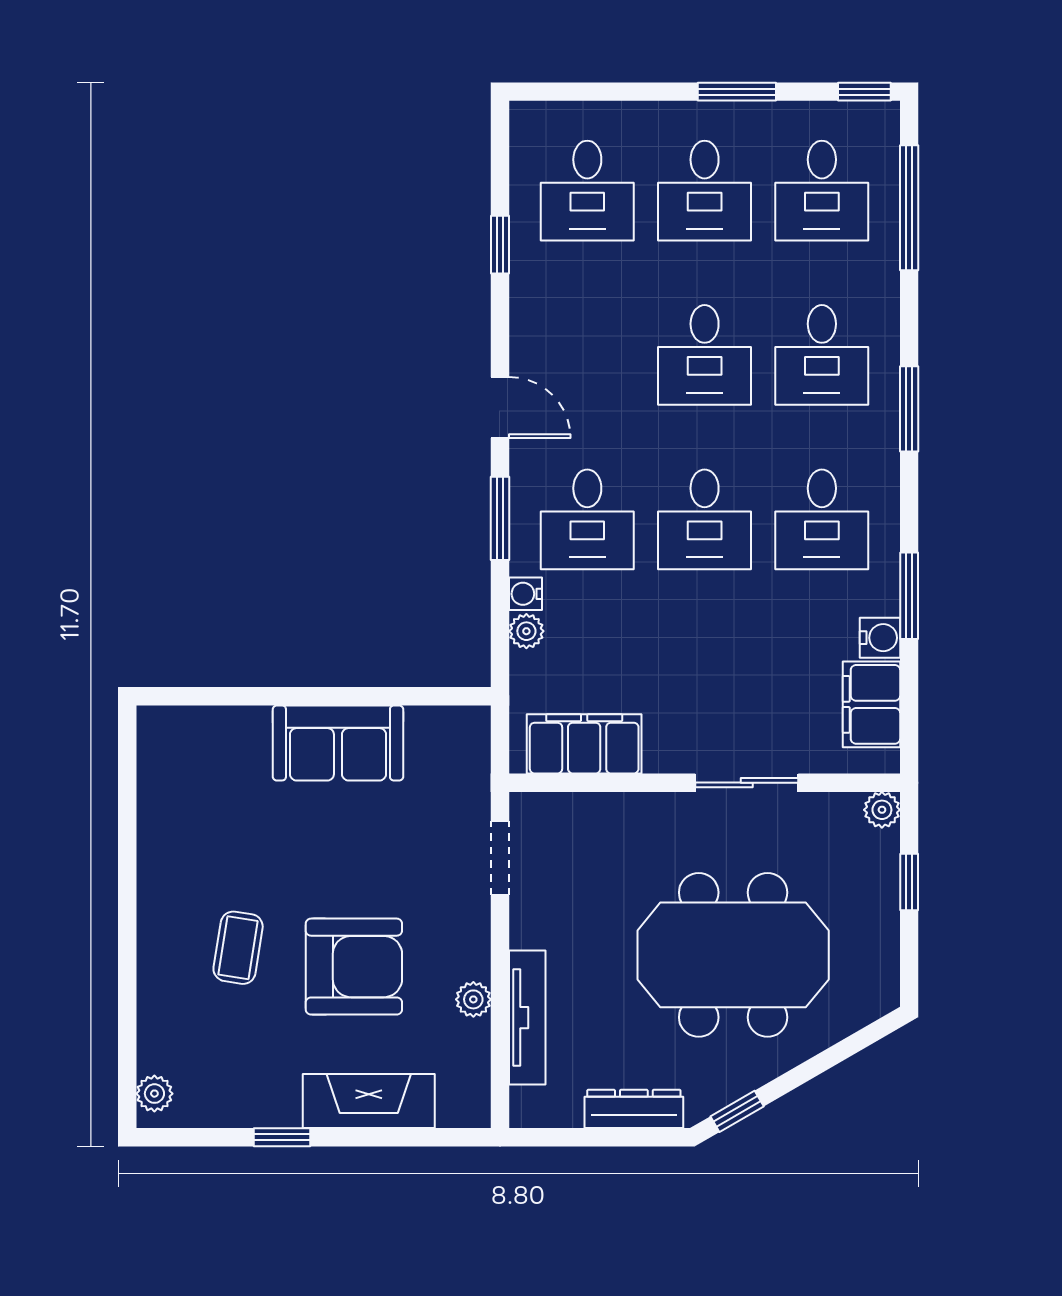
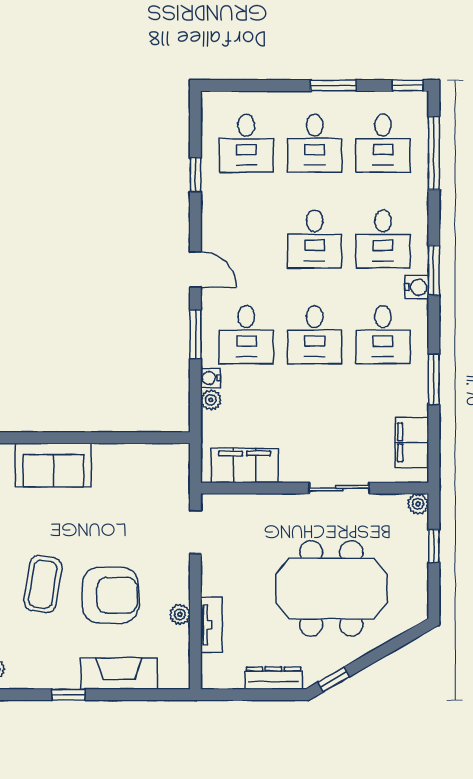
water cooler: (880, 638) -> (417, 287), moved
sofa: (338, 743) -> (53, 465), moved
coffee table: (238, 948) -> (43, 584), width x1.36, depth x1.30
tv unit: (527, 1018) -> (211, 625), width x0.71

